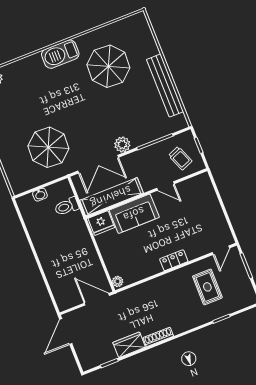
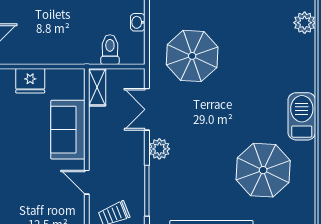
double door: (98, 164) -> (147, 109), width x0.73
door: (166, 186) -> (87, 182), hinge flipped
shelving: (111, 197) -> (97, 87), width x0.45, depth x0.75
fridge: (101, 223) -> (30, 81), moved, turned -90

